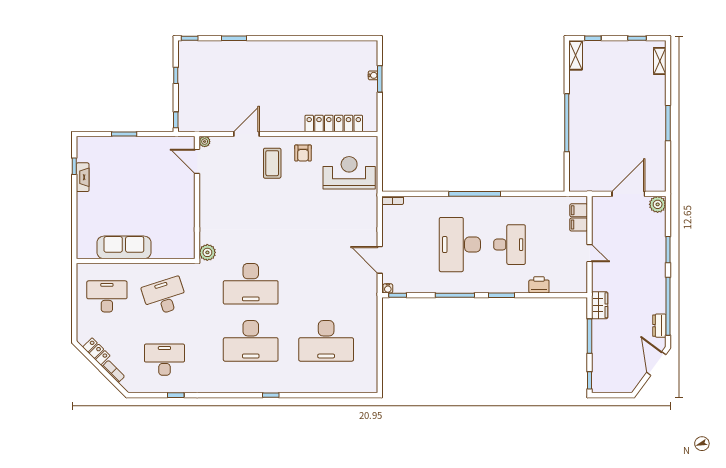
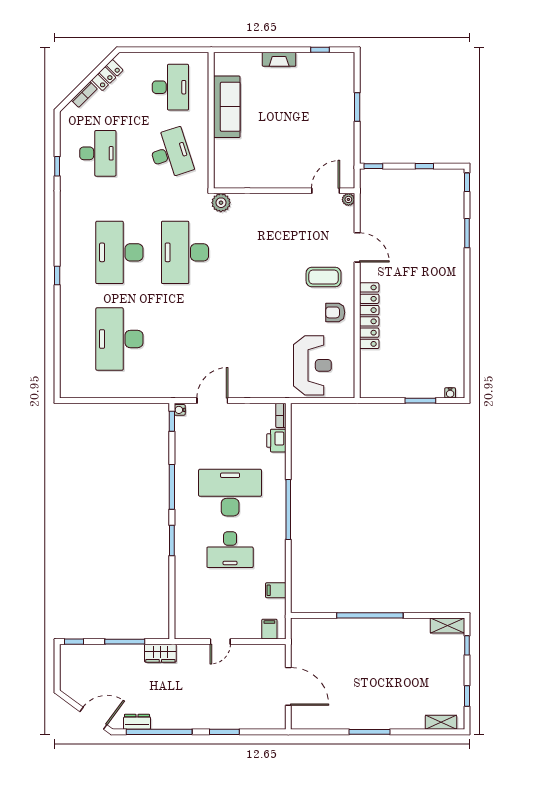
water cooler: (373, 75) -> (450, 393), moved
locker: (334, 123) -> (369, 316), moved
fireplace: (83, 177) -> (279, 59), moved
plant: (658, 204) -> (276, 720), removed
filing cabinet: (579, 225) -> (276, 590), moved, turned -90
printer: (539, 285) -> (276, 441), moved, turned 180

